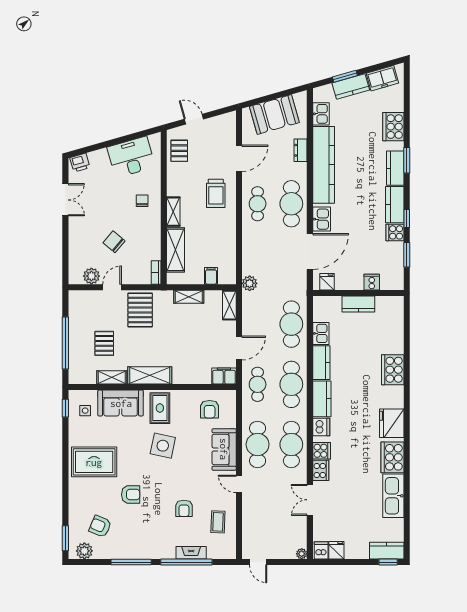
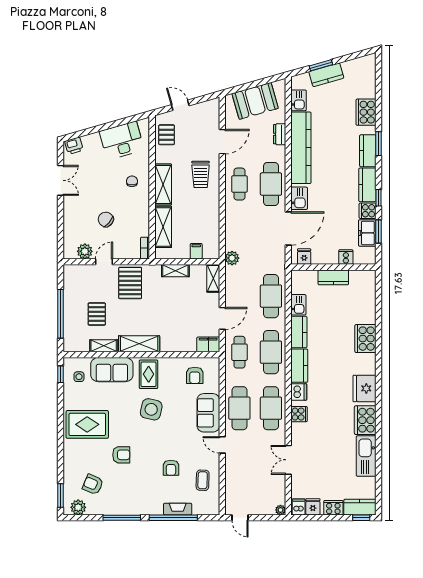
freezer: (382, 78) -> (367, 233), moved, turned 106
shelving: (173, 212) -> (163, 185), width x1.50, depth x1.33
cooker: (321, 470) -> (333, 508), moved, turned -90

